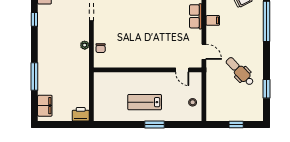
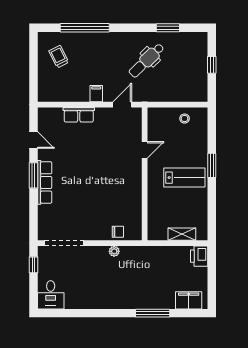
window: (34, 19) -> (83, 313), removed
filing cabinet: (213, 20) -> (96, 94), moved
door: (182, 70) -> (145, 150), moved
shelving: (99, 100) -> (182, 234), added
lab bench: (145, 102) -> (184, 178), turned -90

